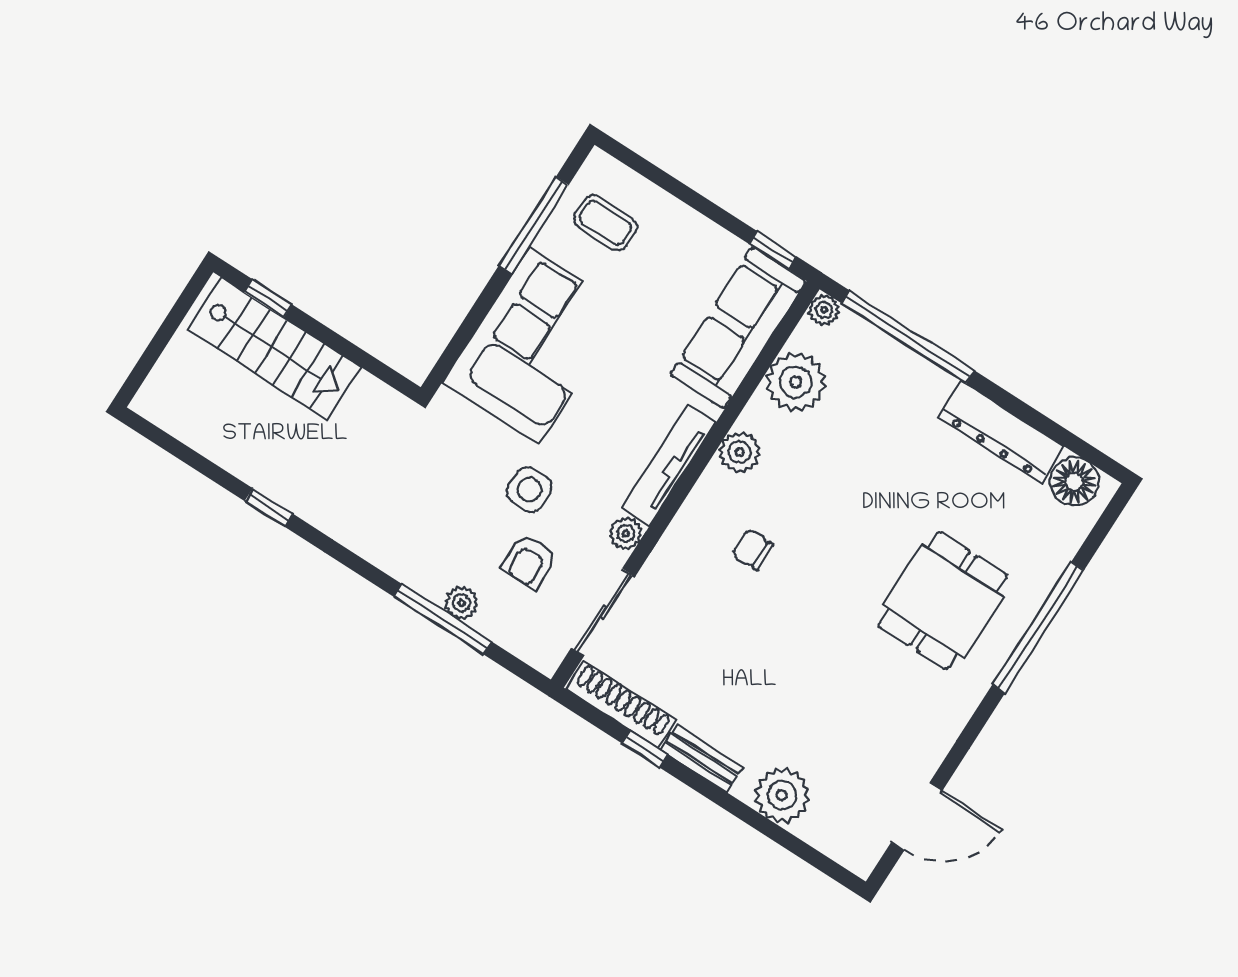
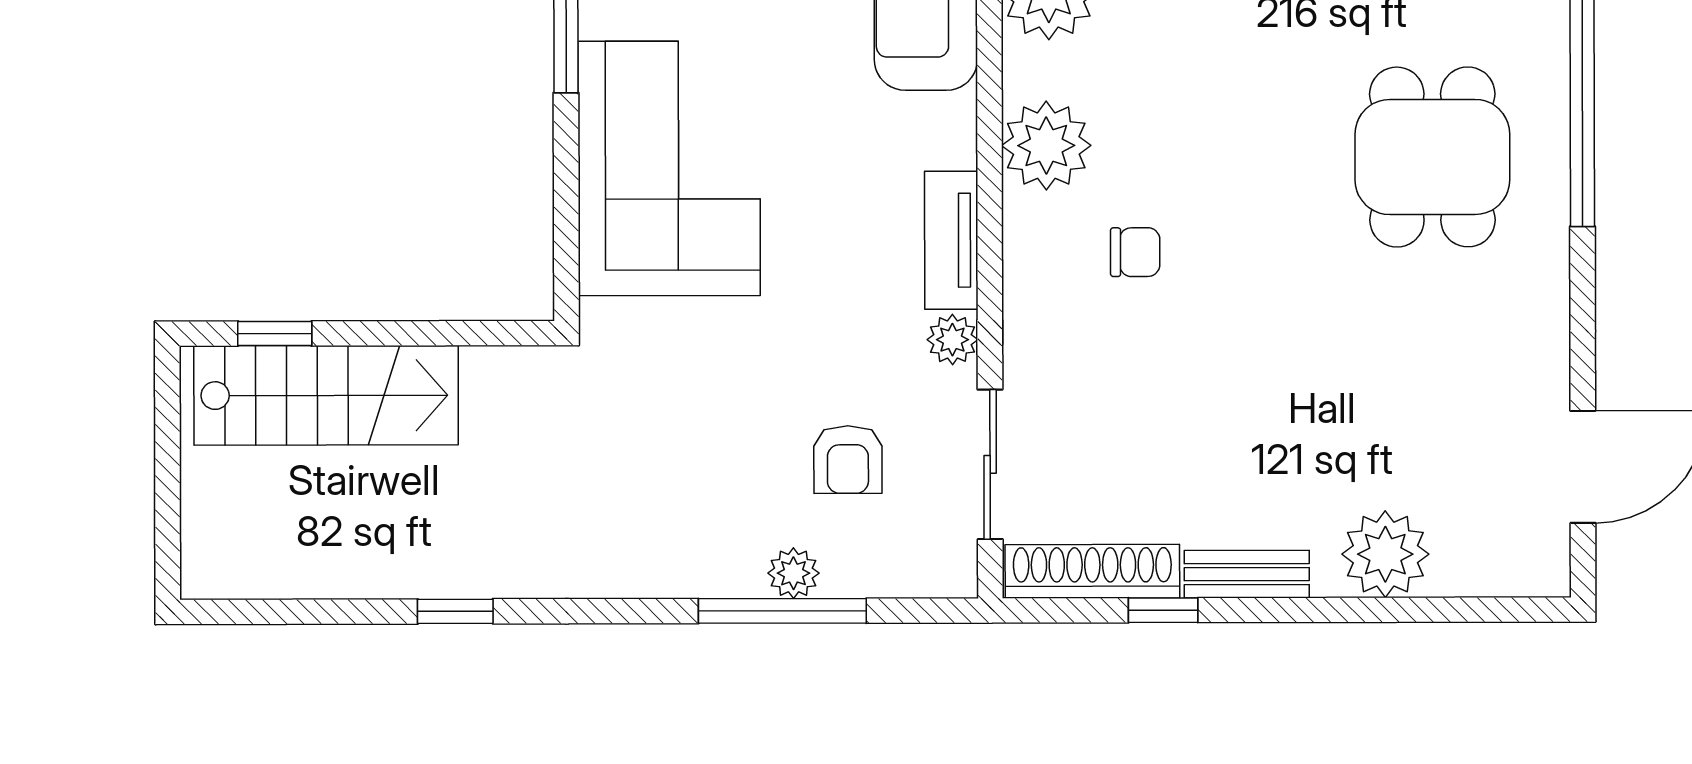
plant: (740, 452) -> (1046, 146), width x1.36, depth x1.36
tv unit: (669, 465) -> (951, 240), width x0.71
side table: (529, 489) -> (787, 364), removed
chair: (753, 549) -> (1135, 252), turned 180

